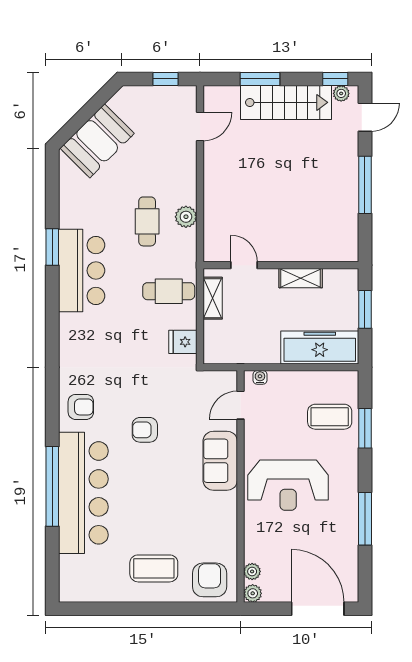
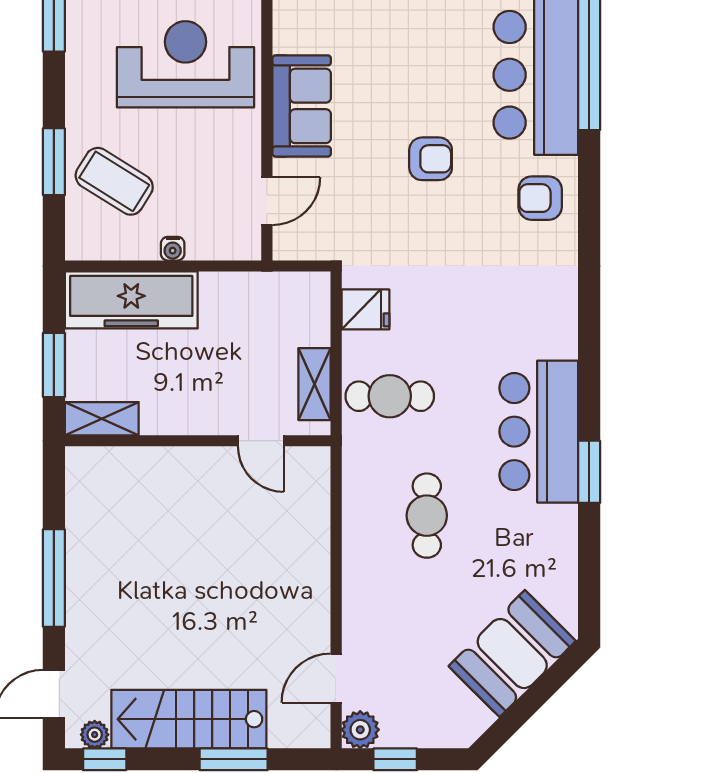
plant: (186, 217) -> (360, 730), moved
shelving: (301, 278) -> (102, 419), moved
water cooler: (260, 377) -> (173, 249), moved
coffee table: (330, 417) -> (114, 181), turned 32

